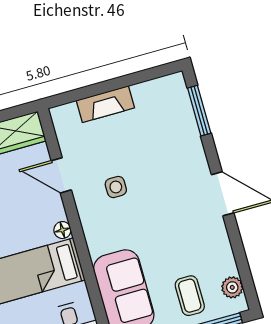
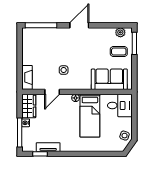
fireplace: (105, 104) -> (27, 77), moved
window: (199, 111) -> (41, 25), width x1.44

